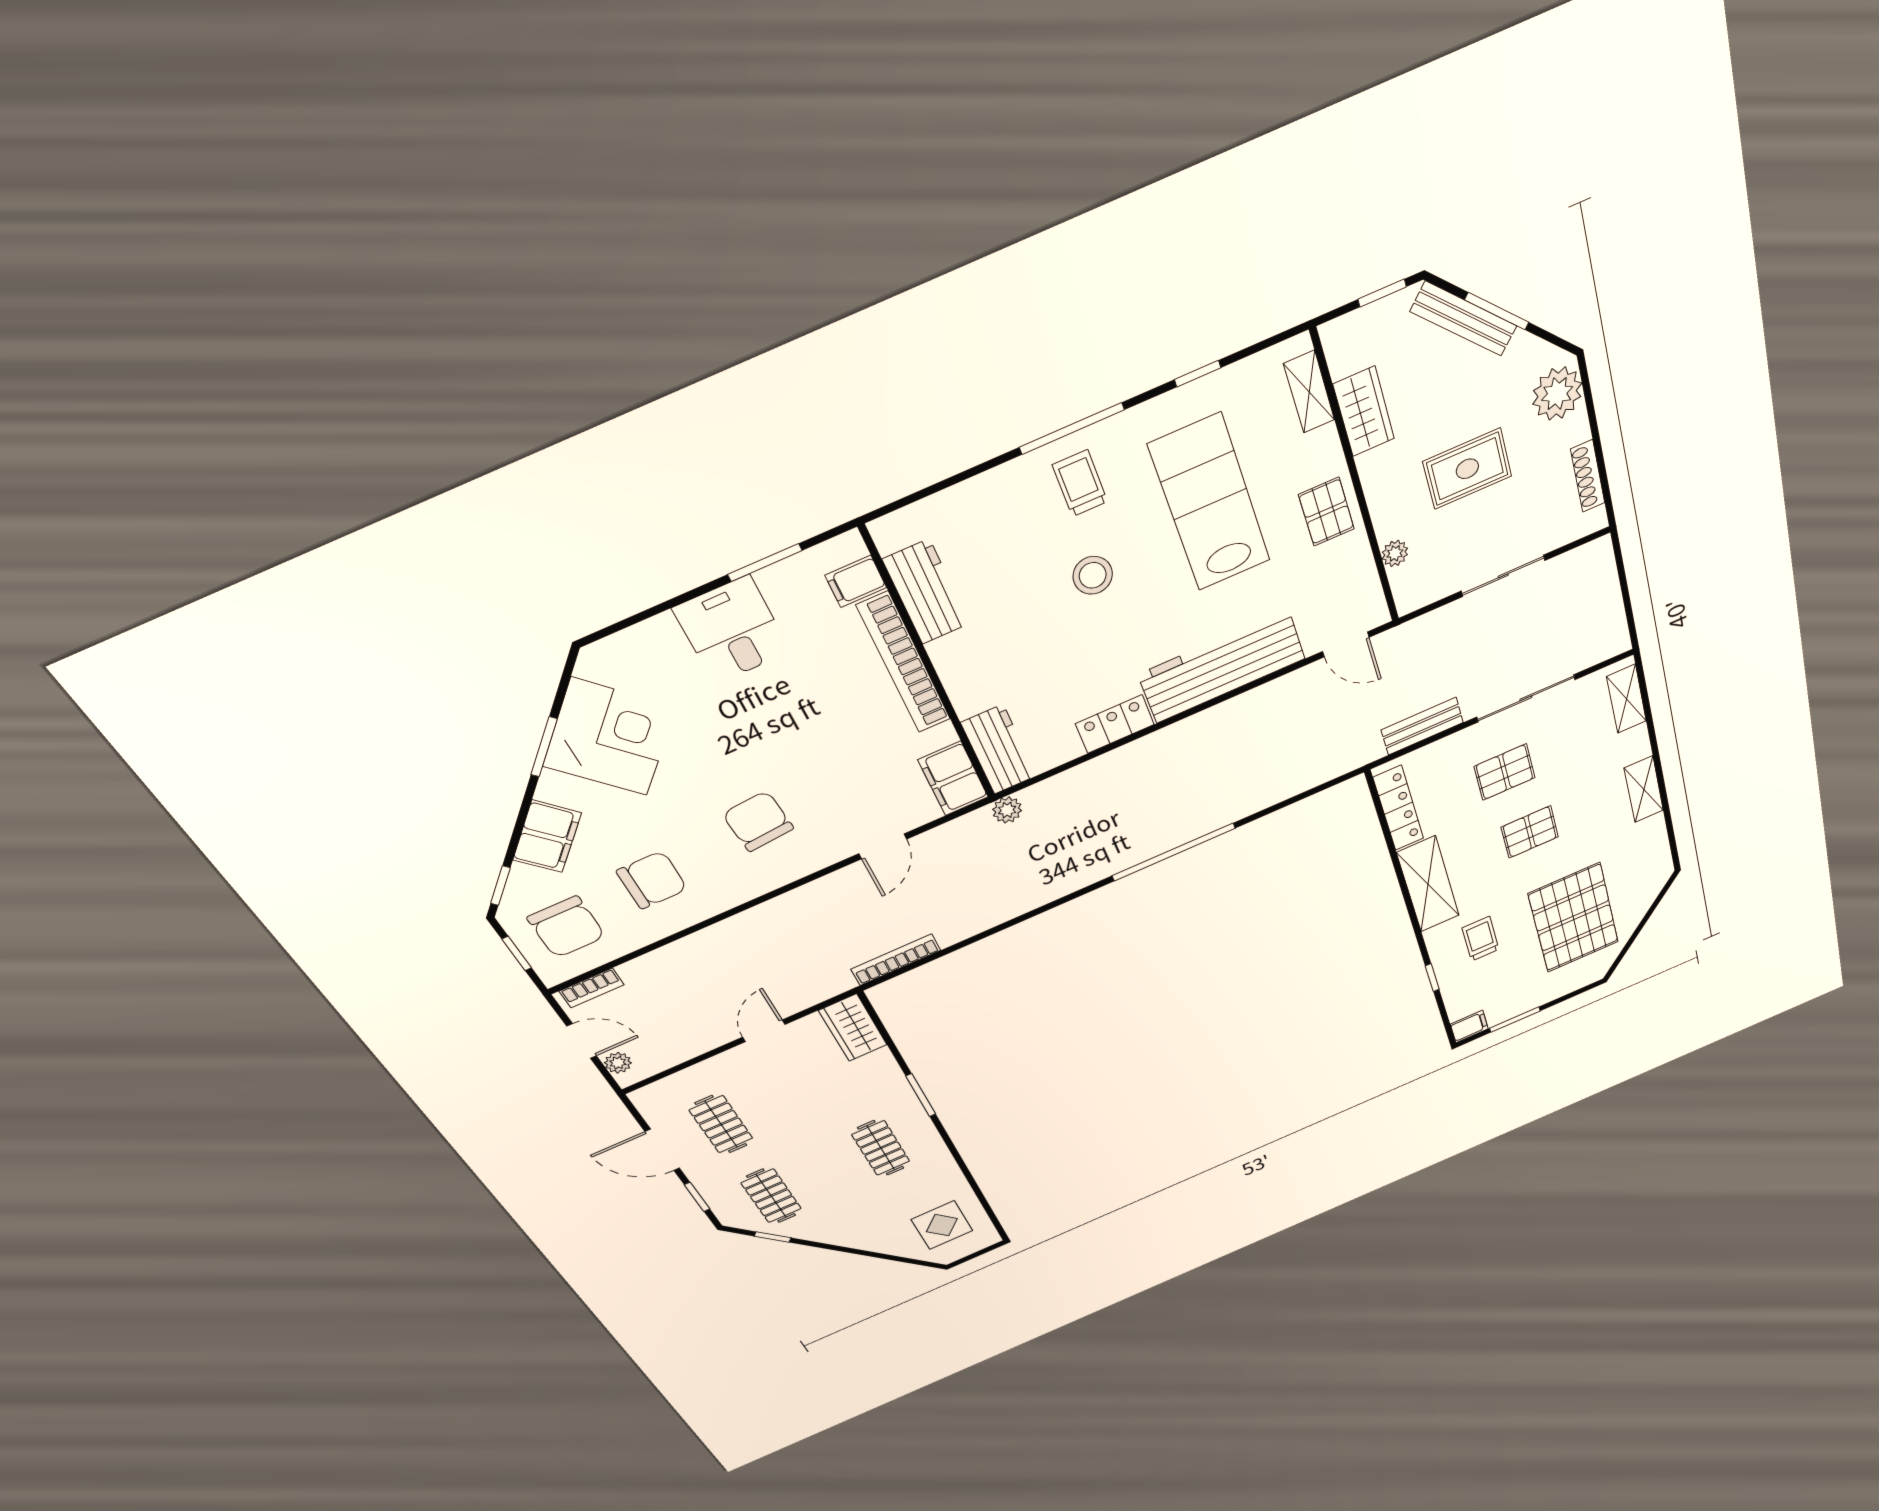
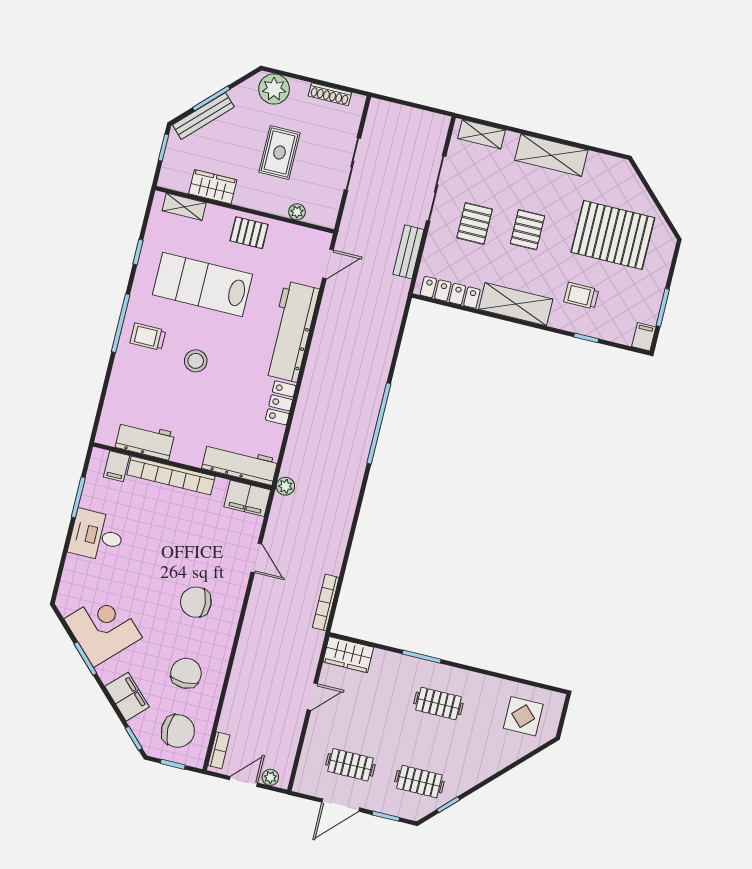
workbench: (999, 750) -> (240, 464), width x1.38
shelving: (1644, 789) -> (551, 155), width x1.50, depth x1.33
door: (764, 1031) -> (312, 697), swing flipped

